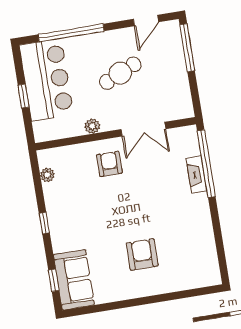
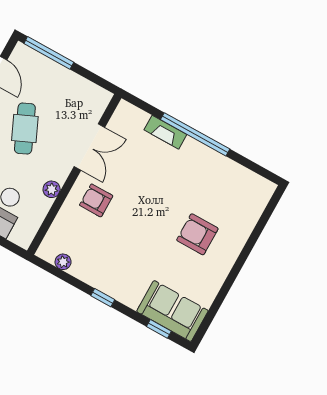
window: (206, 164) -> (195, 134), moved

